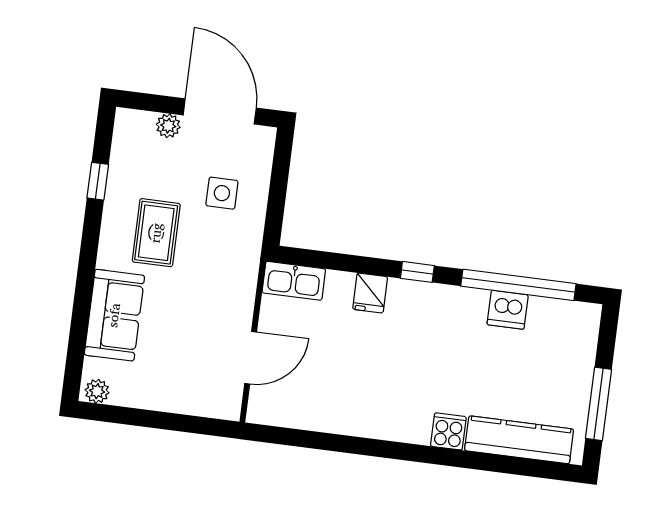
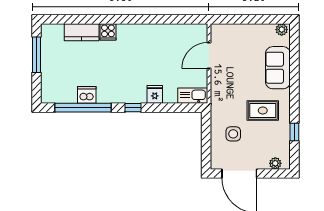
plant: (168, 126) -> (275, 163), moved
rug: (156, 233) -> (263, 110), turned 90
kitchen counter: (519, 440) -> (82, 32), width x0.67

